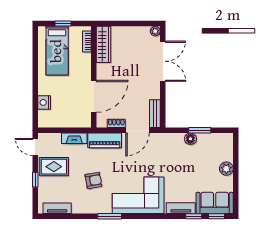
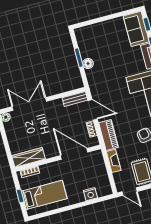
door: (35, 147) -> (130, 192), hinge flipped
plant: (226, 169) -> (105, 27), removed

